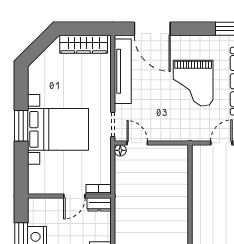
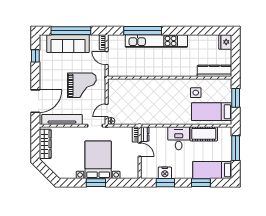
grand piano: (193, 83) -> (82, 85), moved

